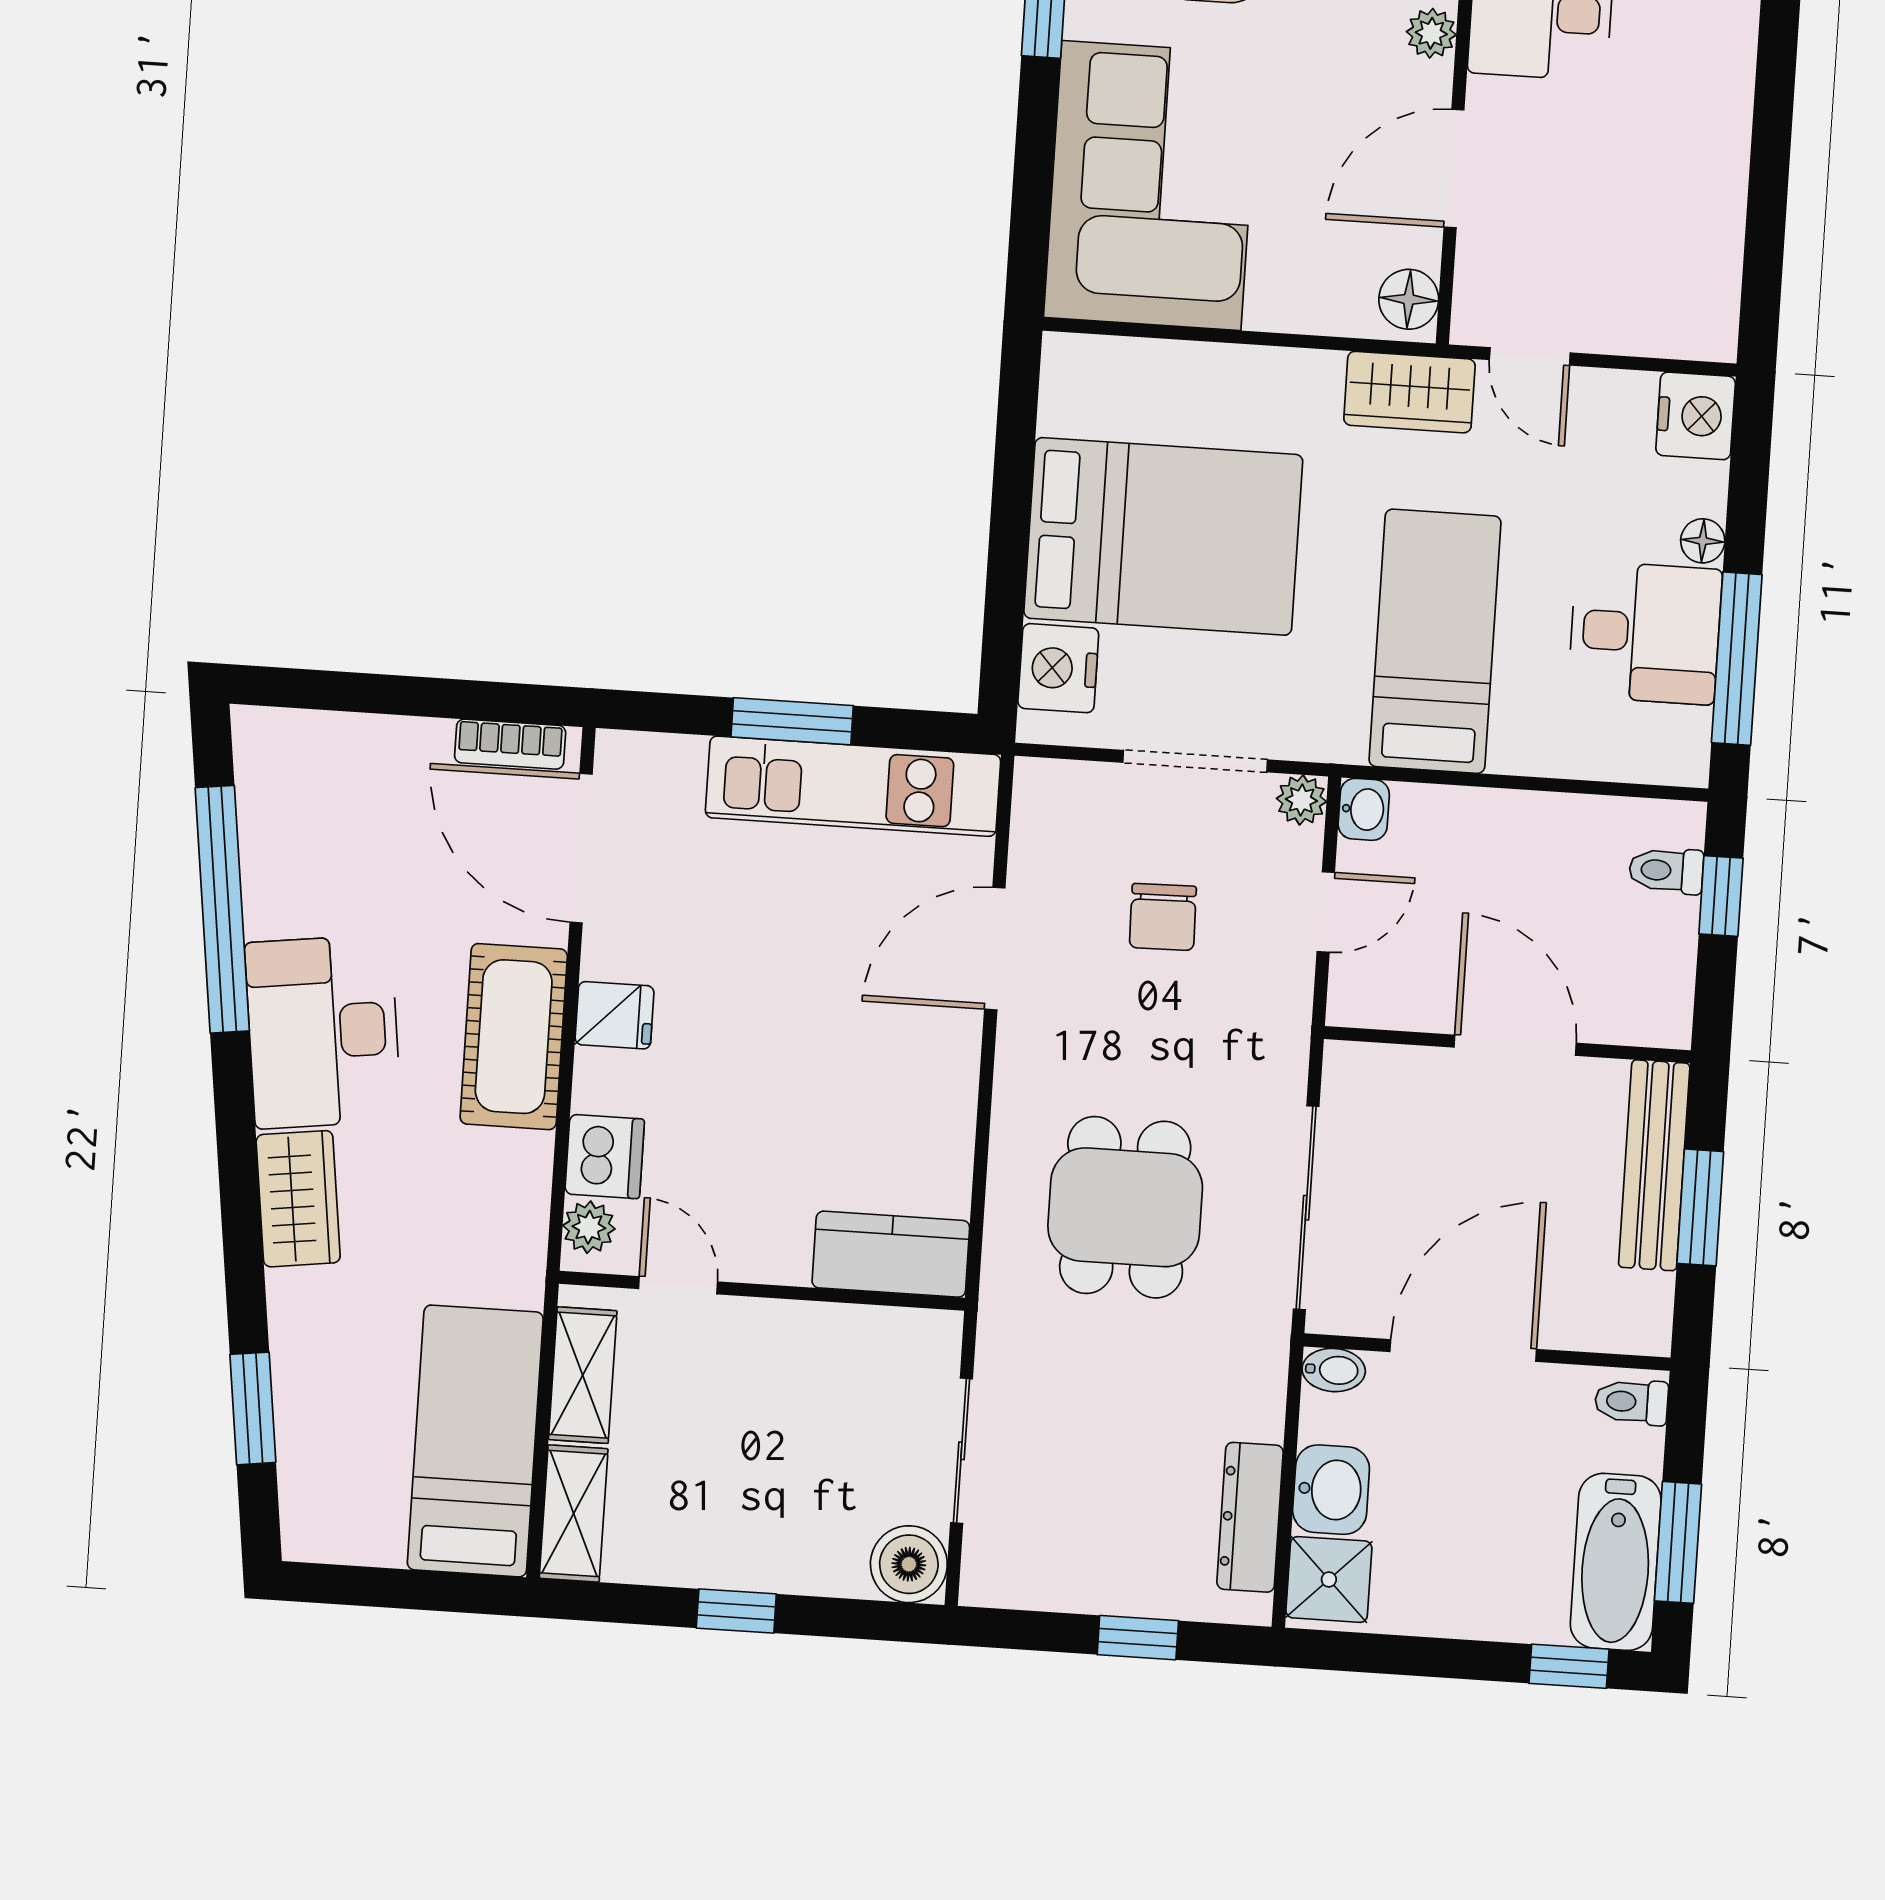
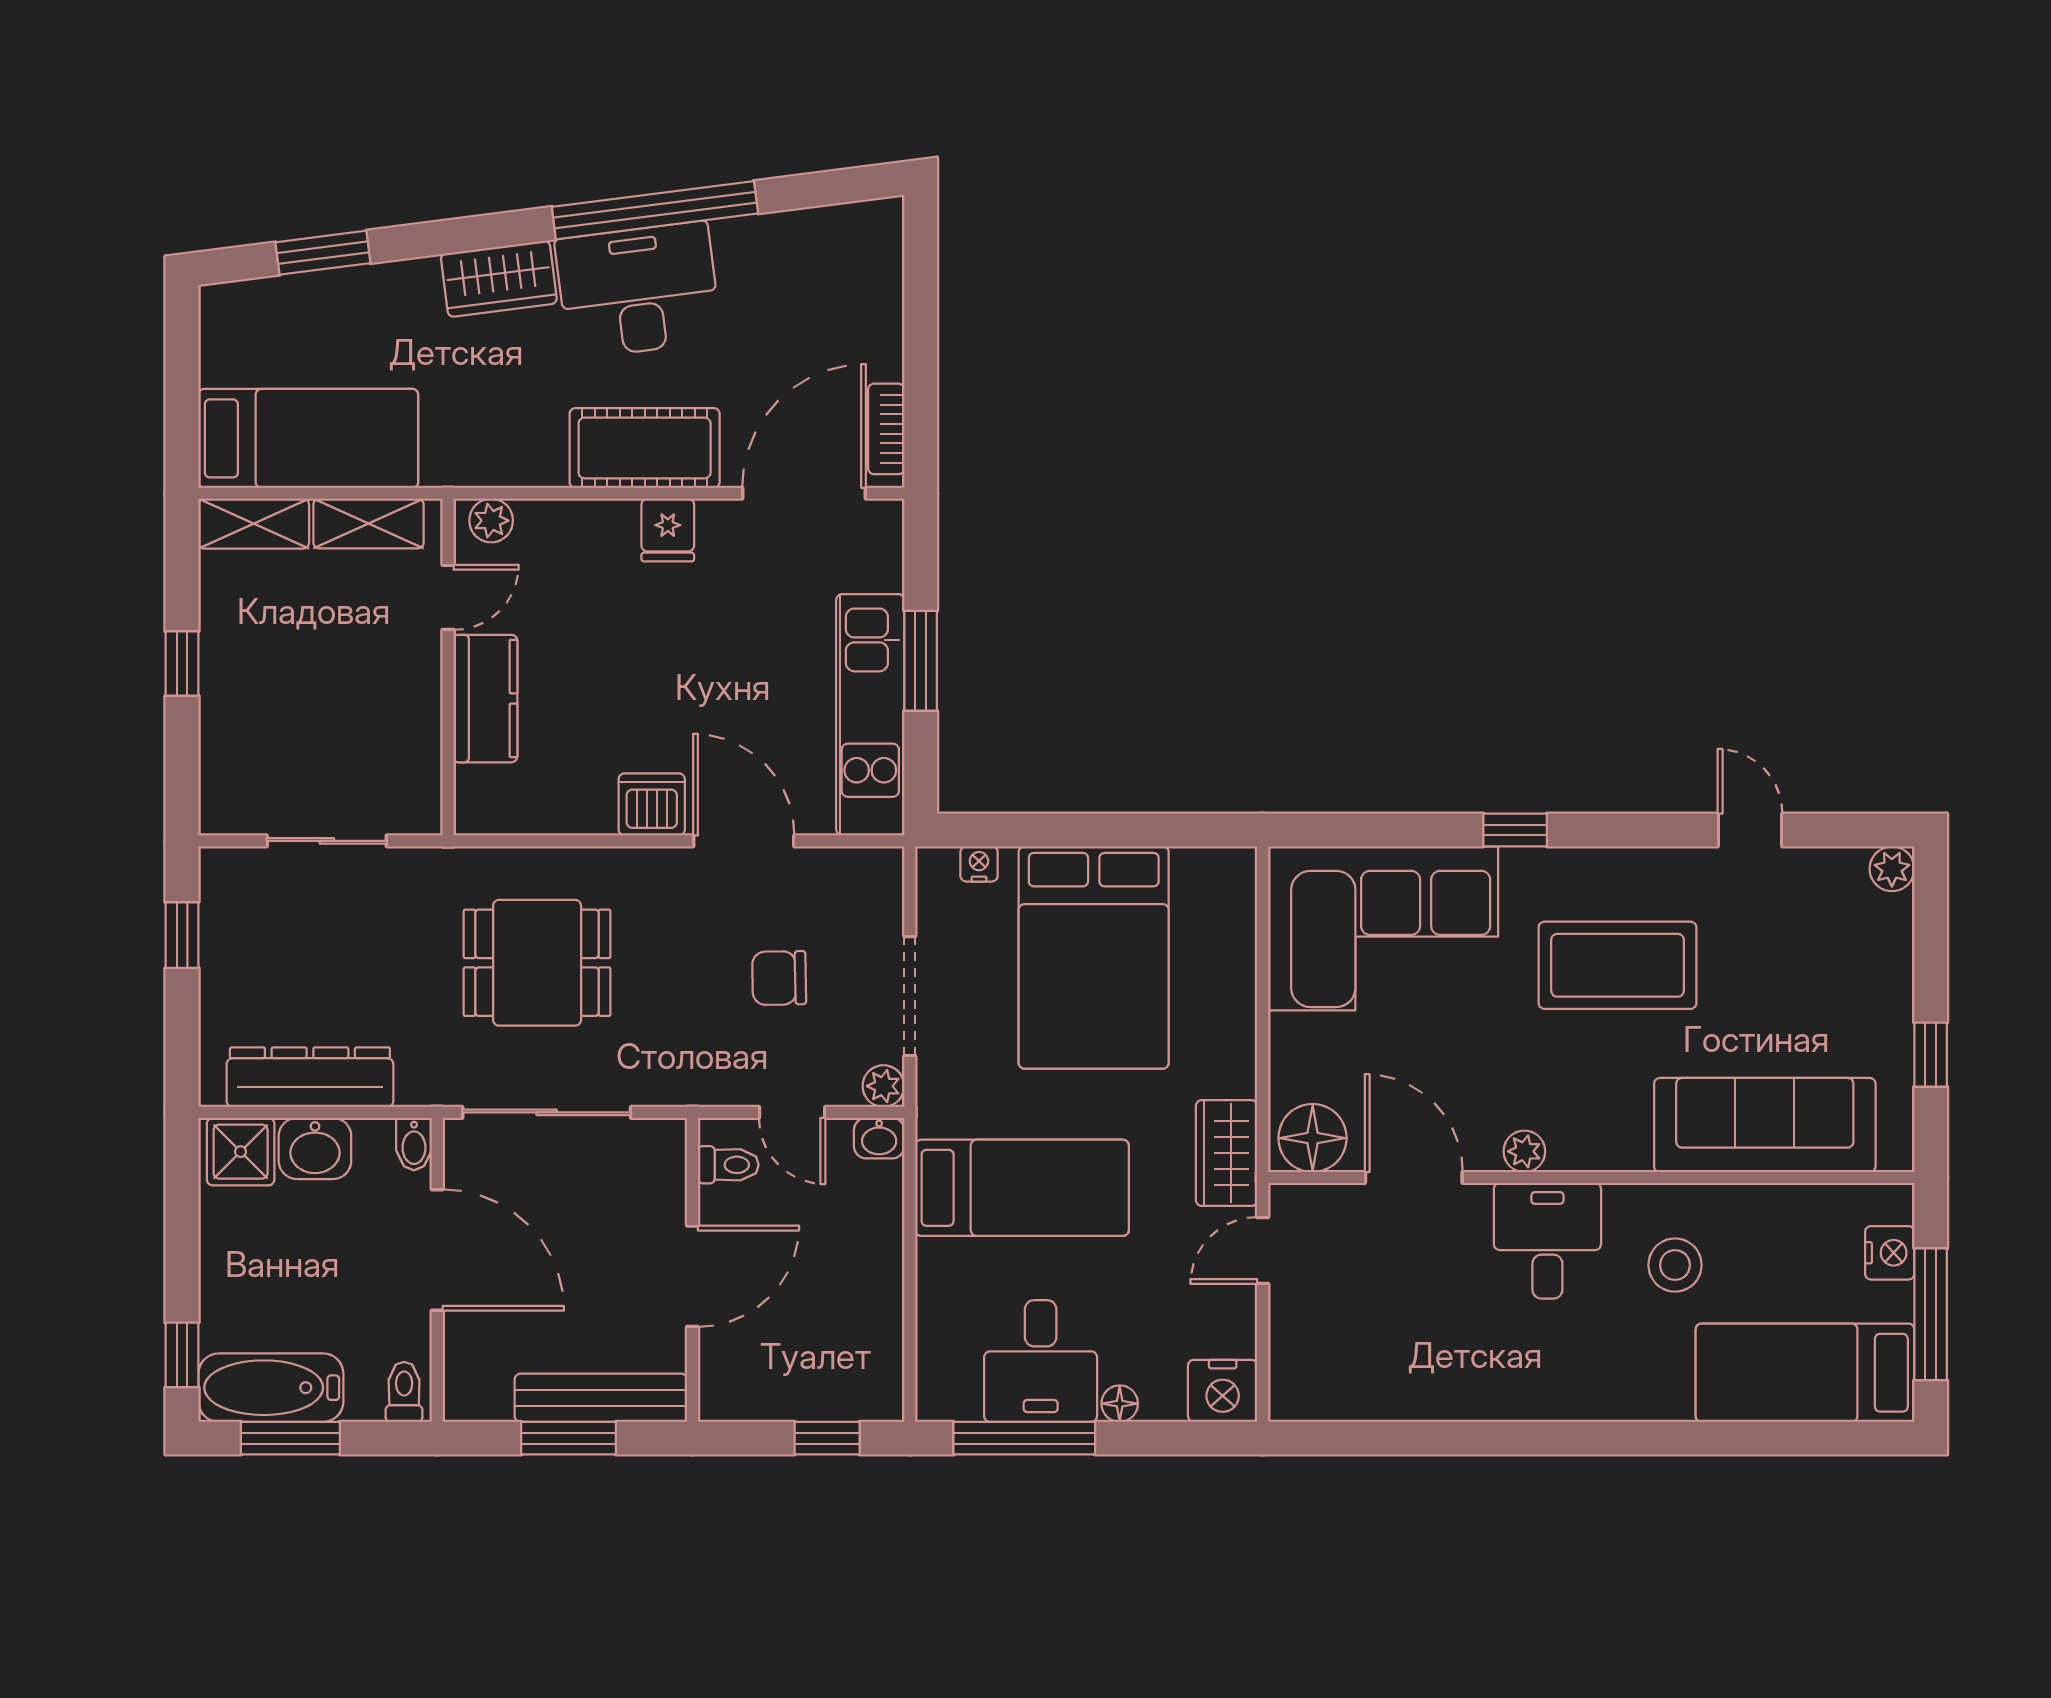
floor lamp: (1409, 299) -> (1313, 1138), width x1.38, depth x1.38
nightstand: (1058, 668) -> (979, 864), width x0.53, depth x0.56
toilet: (1666, 871) -> (728, 1165), moved, turned 90
window: (222, 909) -> (655, 210), moved
dishwasher: (605, 1157) -> (652, 804), moved, turned 180
kitchen counter: (891, 1254) -> (485, 699), moved
dresser: (1250, 1517) -> (310, 1077), width x1.37, depth x1.24
boiler: (909, 1564) -> (230, 804), removed
window: (1138, 1638) -> (182, 935), moved

